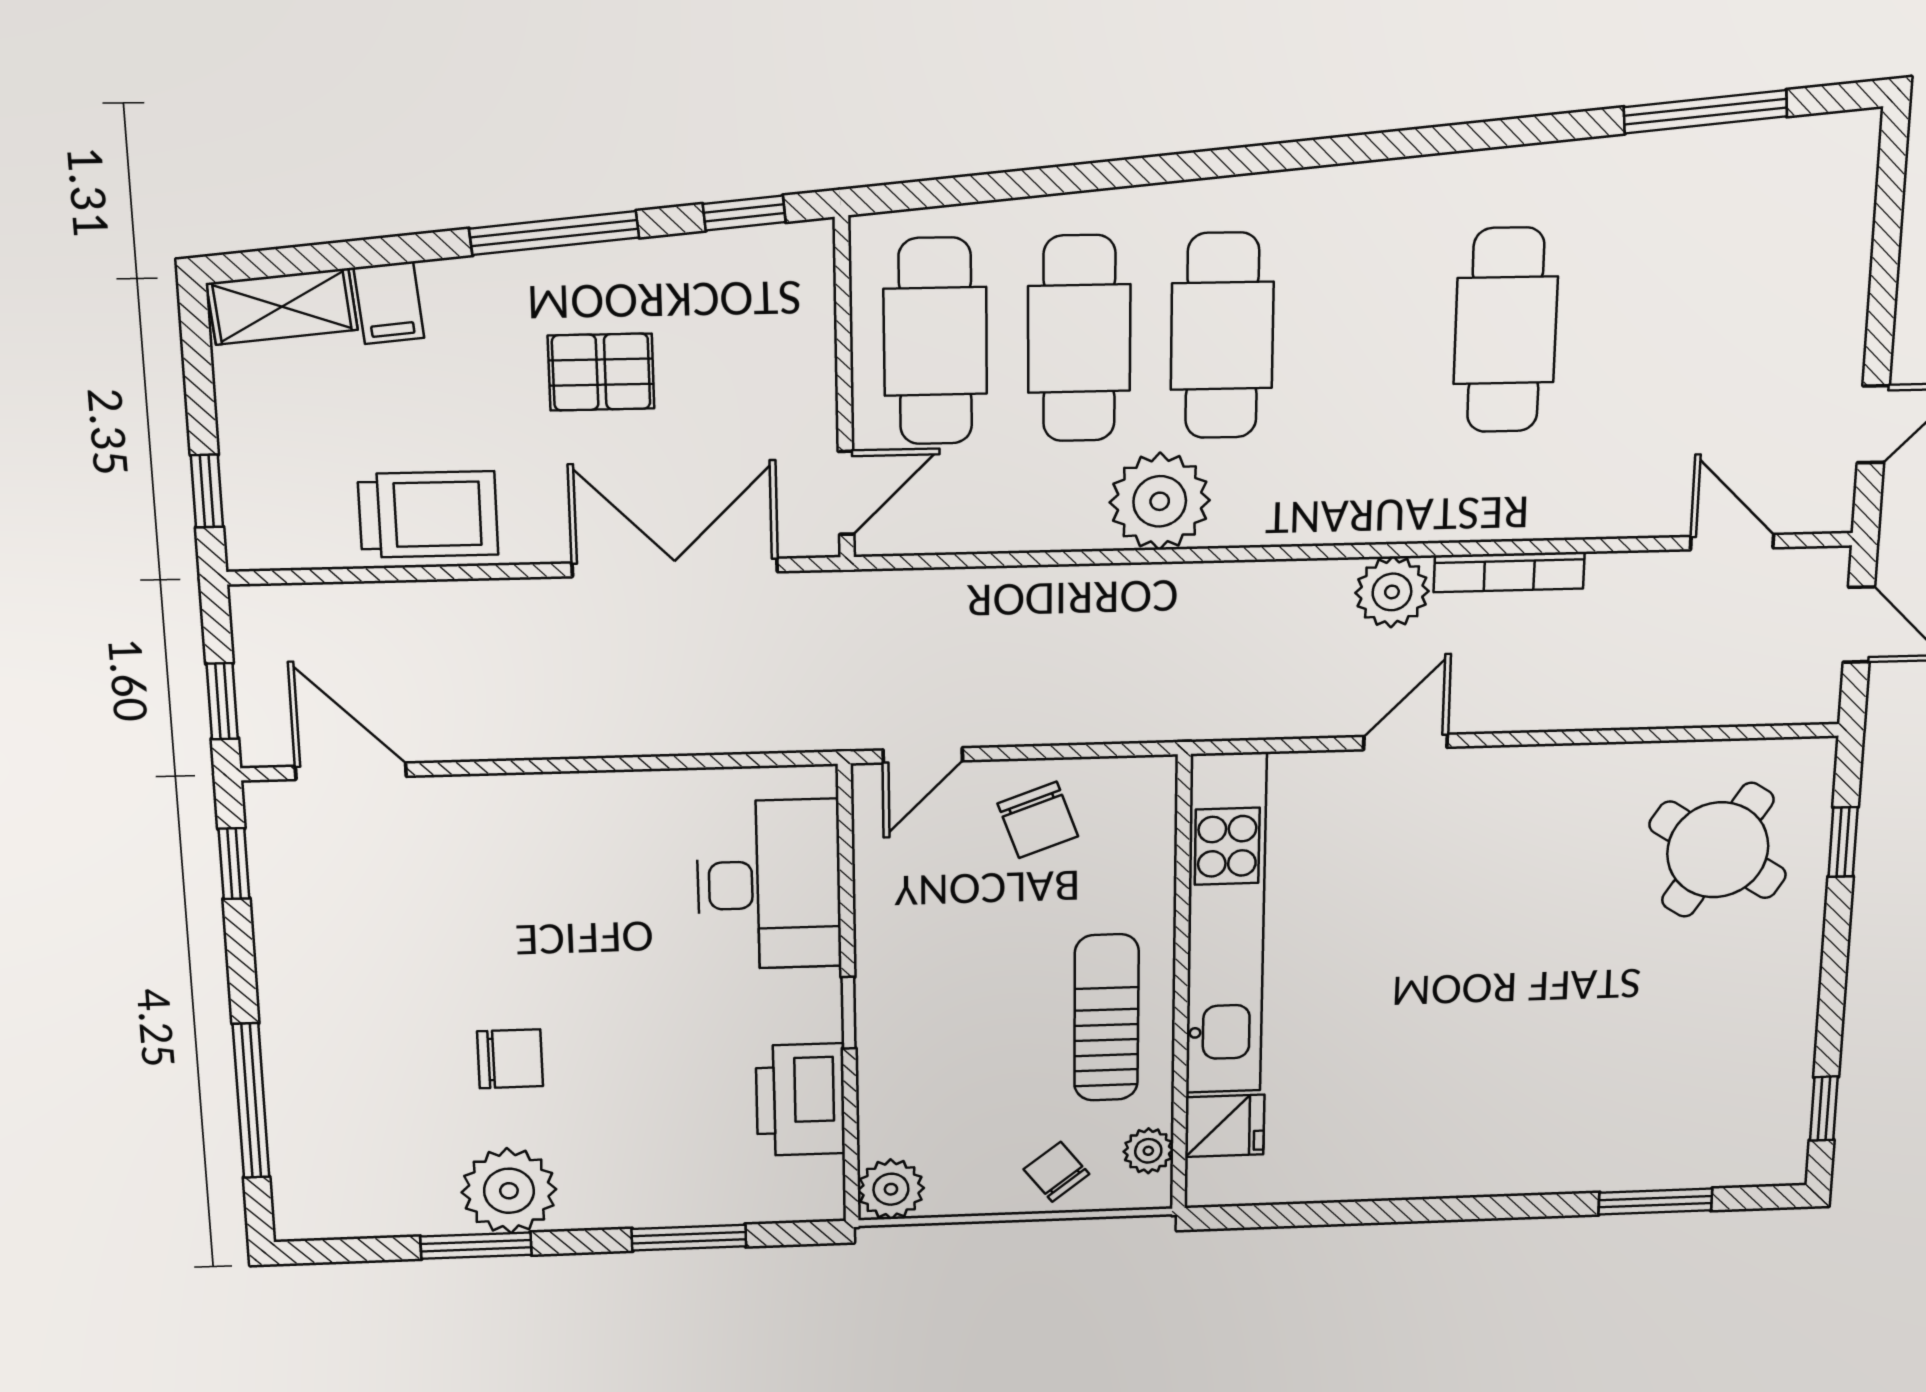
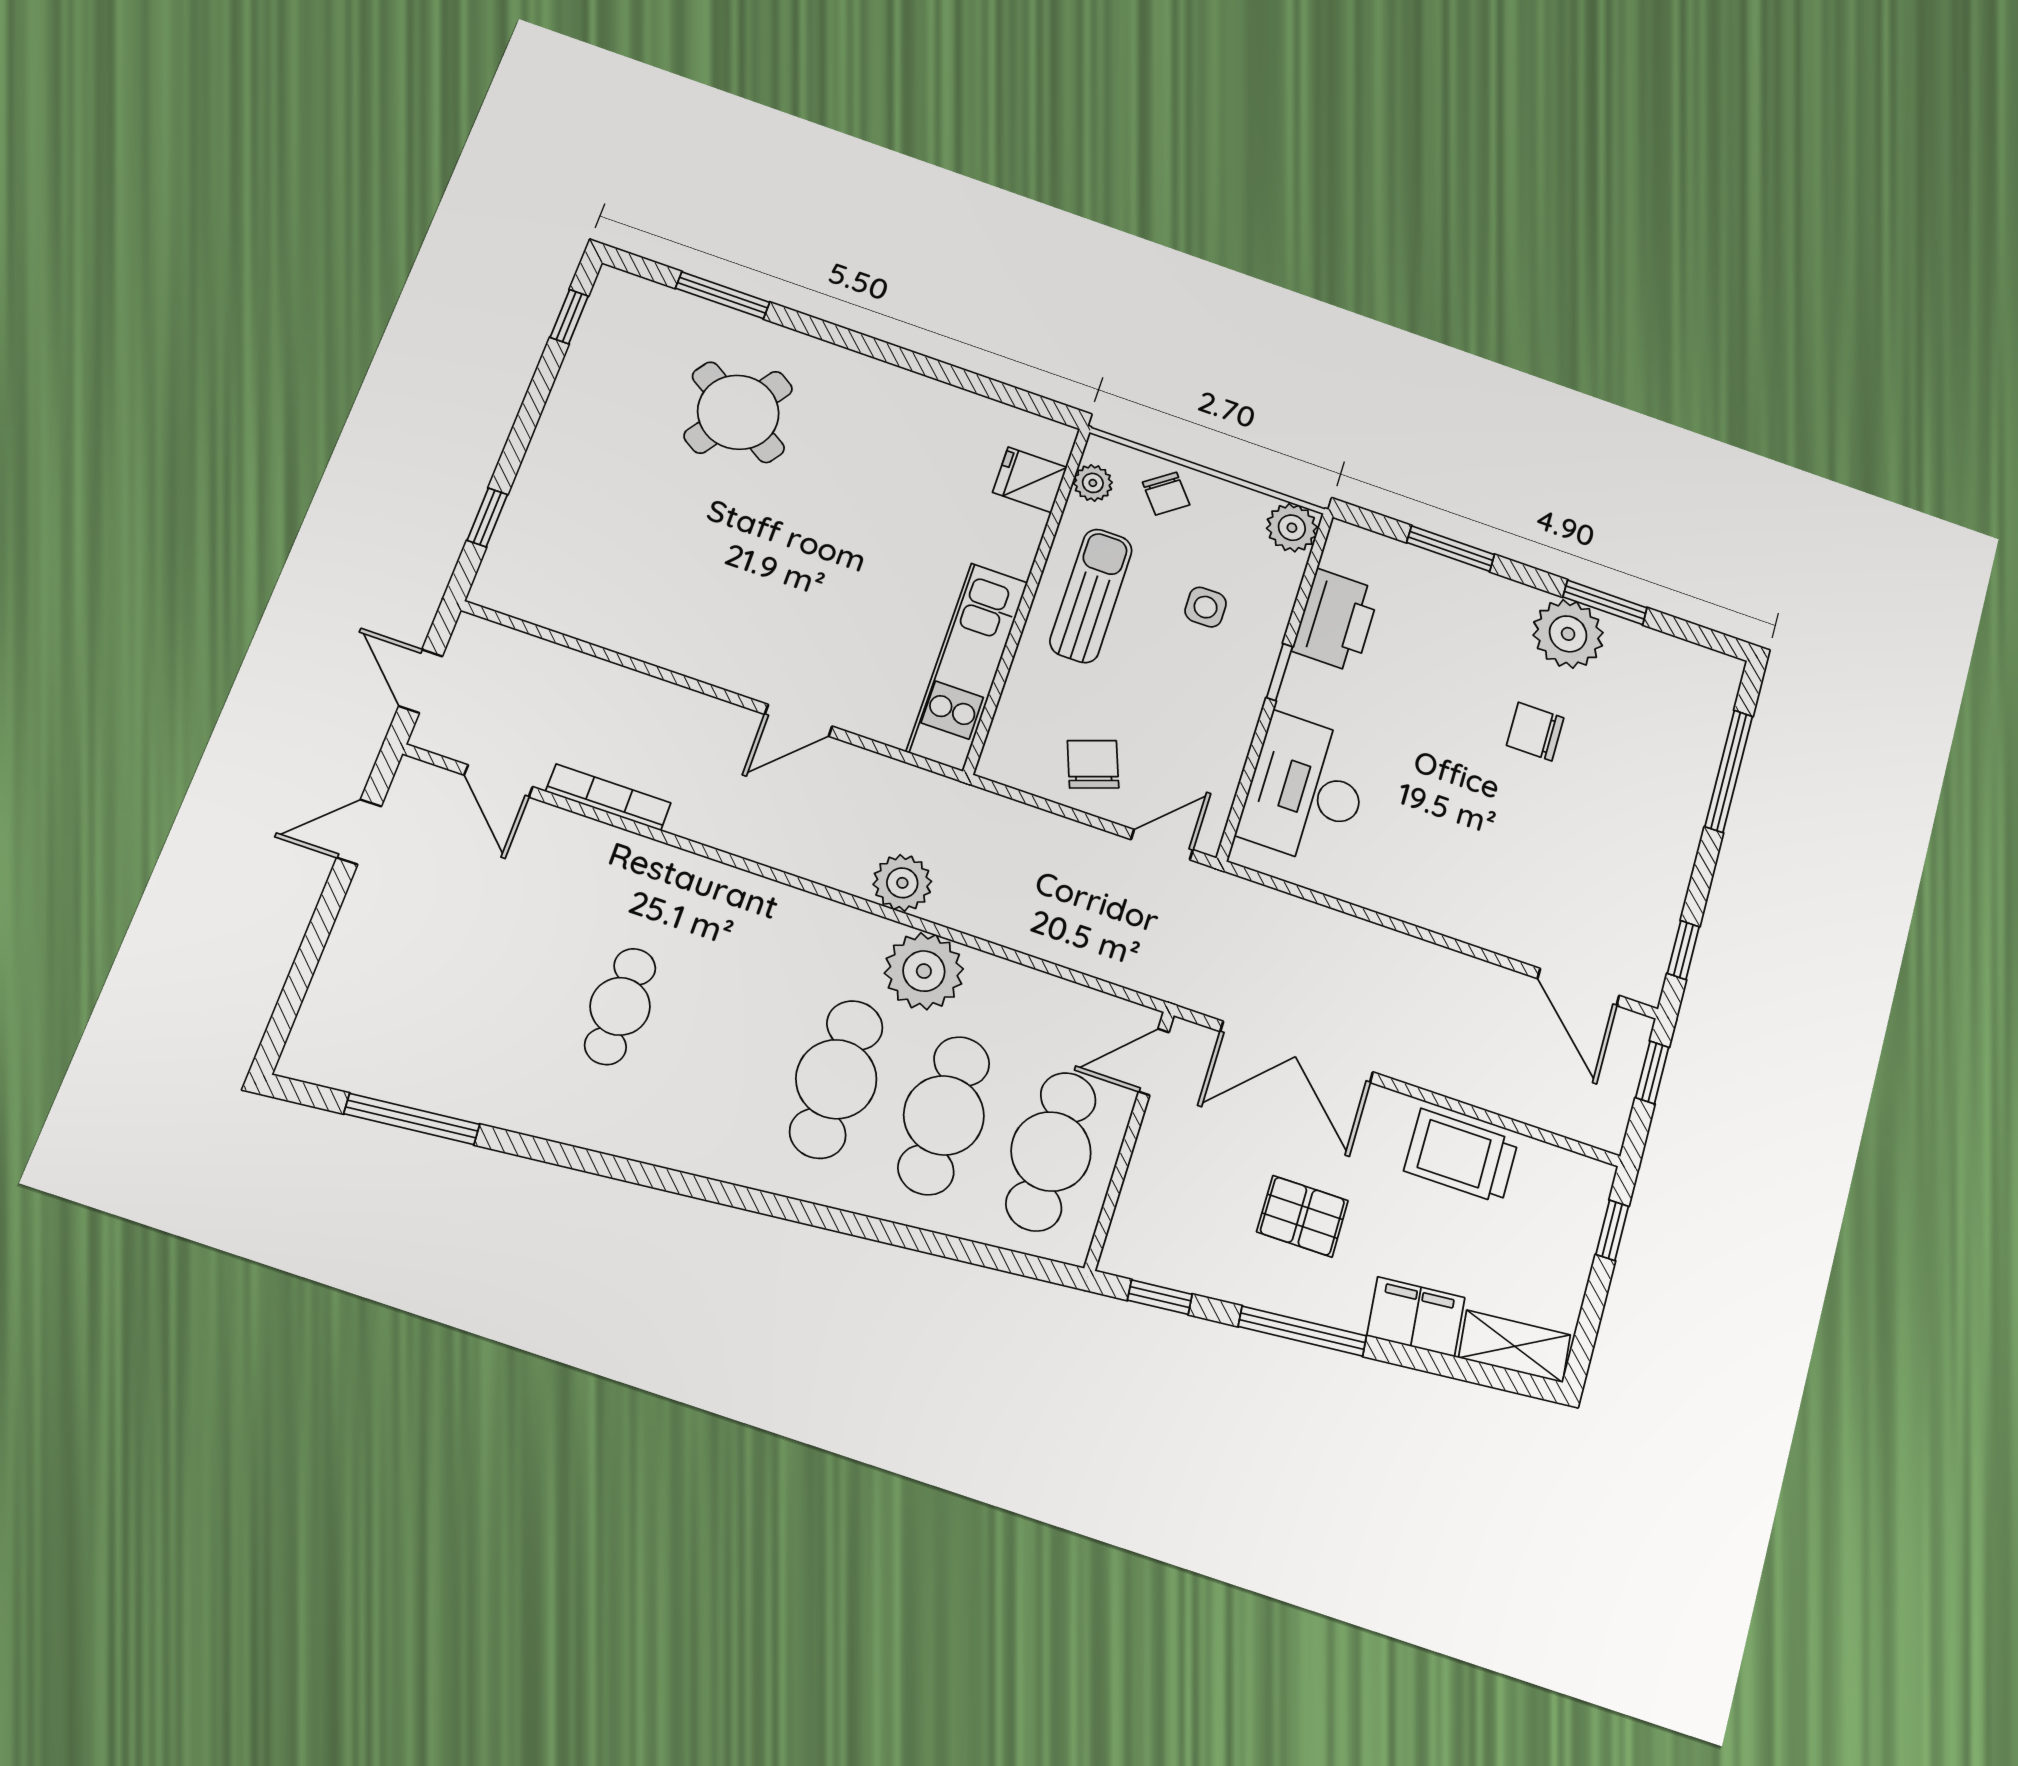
filing cabinet: (389, 303) -> (1416, 1317), width x2.00
cafe table: (1506, 330) -> (620, 1006), width x0.73, depth x0.74
bookcase: (1509, 572) -> (608, 797), moved
plant: (1392, 592) -> (902, 883), moved
round table: (1718, 850) -> (738, 412), moved
kitchen unit: (1226, 925) -> (967, 666), width x0.73
sun lounger: (1106, 1018) -> (1091, 596), turned 180
side table: (964, 1056) -> (1206, 607), added

